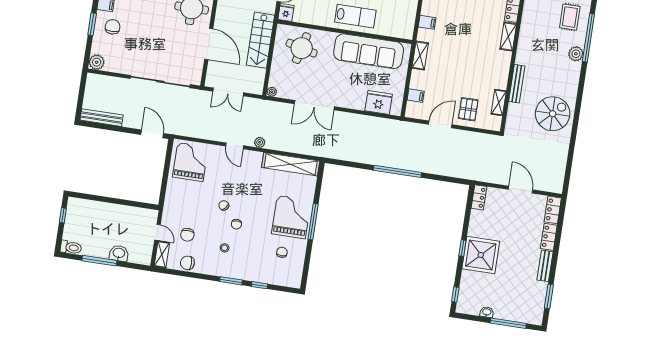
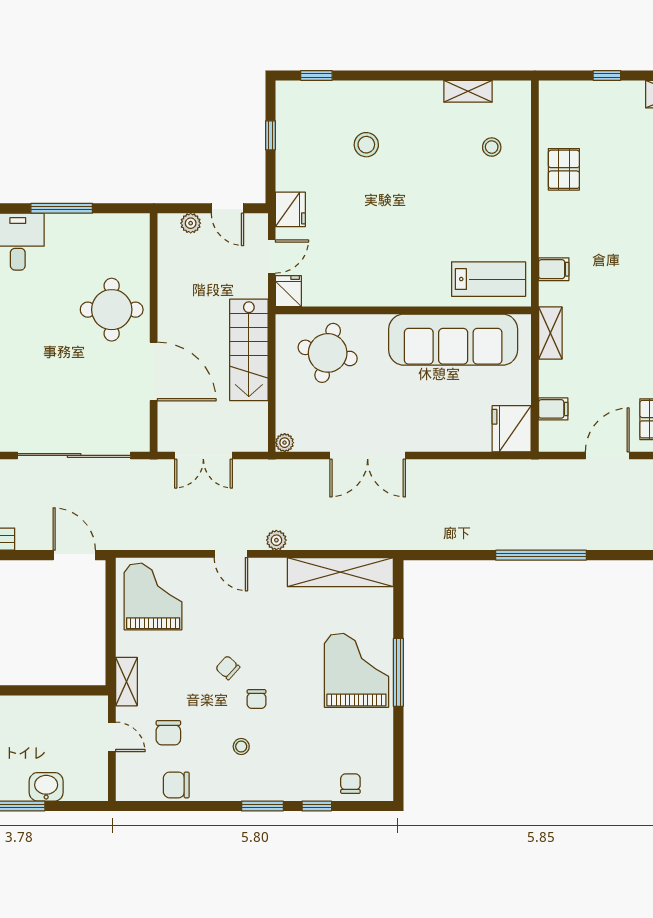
lab bench: (355, 16) -> (489, 279), moved
fridge: (379, 103) -> (512, 429), moved, turned -90
chair: (282, 252) -> (350, 784), moved
shelving: (162, 255) -> (126, 682), moved

